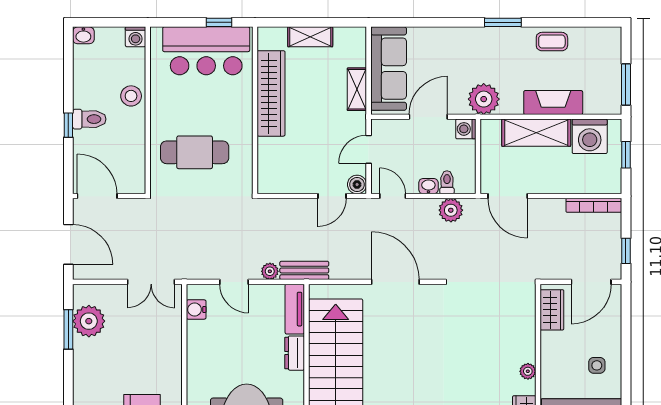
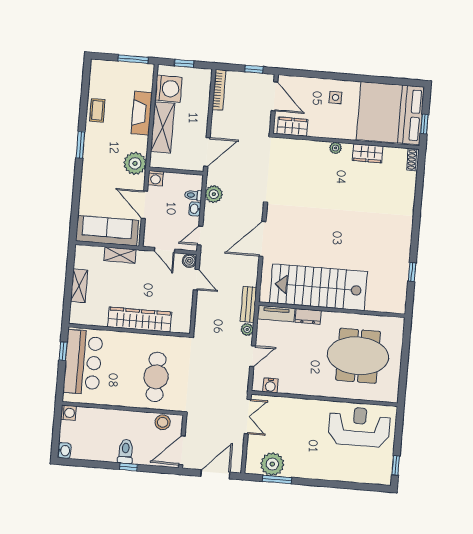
wardrobe: (271, 93) -> (140, 320), moved
stool: (131, 96) -> (163, 422), moved

